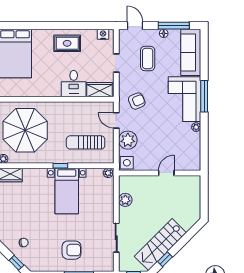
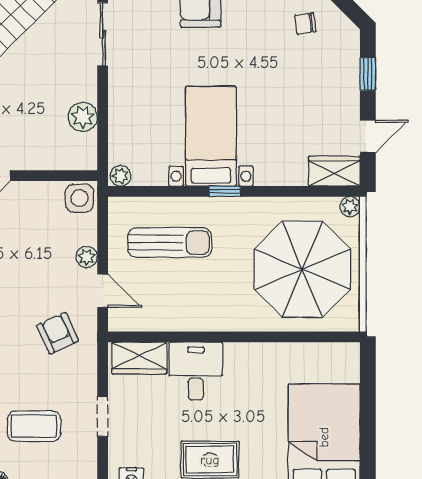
coffee table: (148, 59) -> (34, 426), turned 90
armchair: (137, 101) -> (58, 333), turned 88
plant: (128, 140) -> (87, 257), width x0.53, depth x0.53

